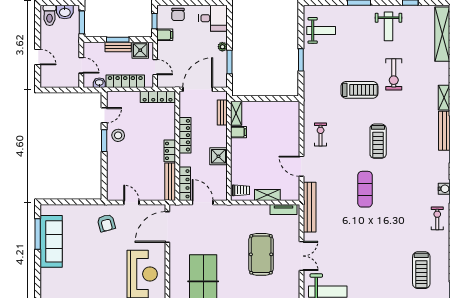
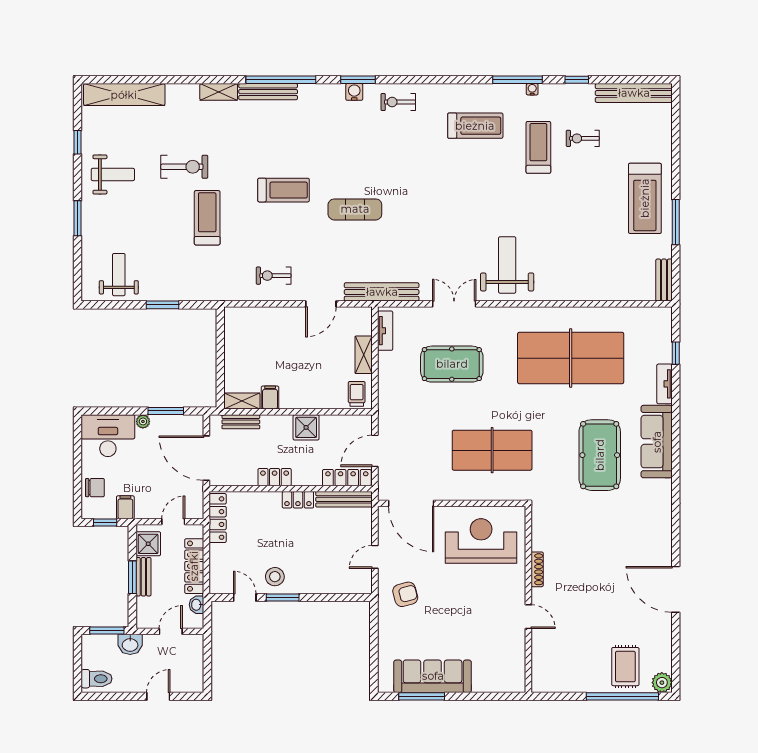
washbasin: (65, 12) -> (130, 644), moved, turned 90
desk: (213, 18) -> (108, 436), width x1.37
locker: (185, 135) -> (275, 477), width x0.66

